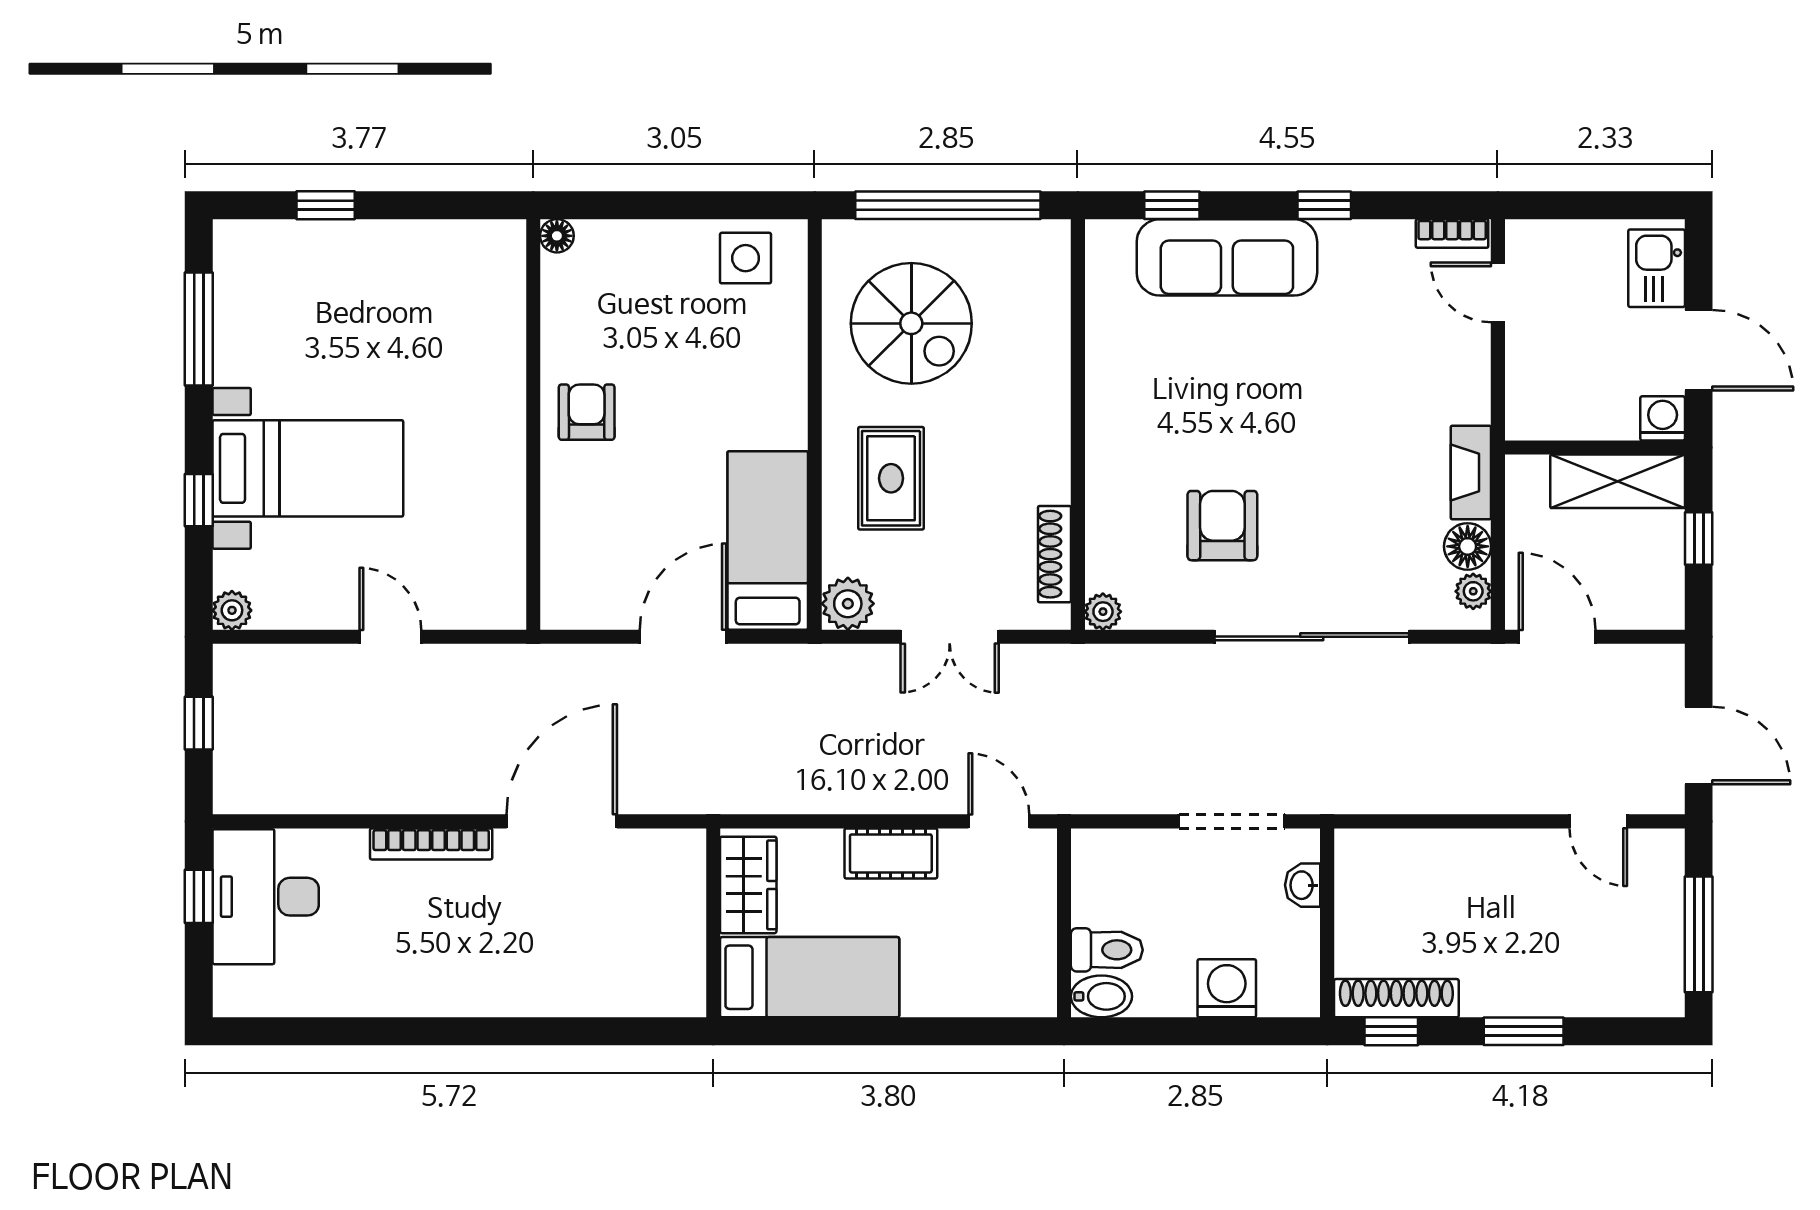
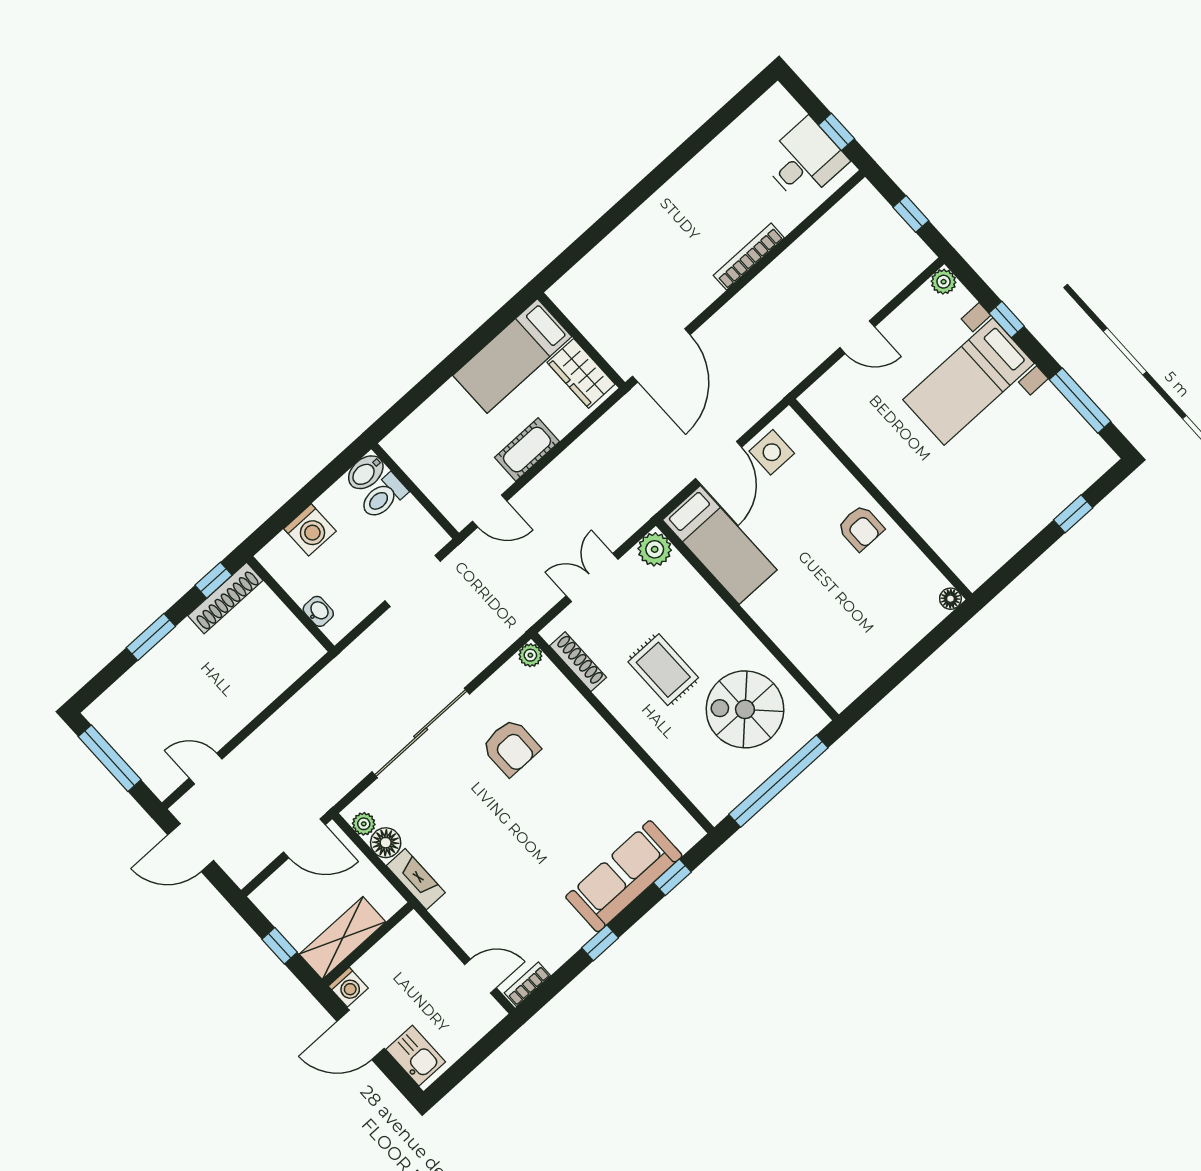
side table: (746, 258) -> (772, 452), moved
rug: (891, 478) -> (663, 670), moved
door: (562, 821) -> (661, 355), moved
doorway: (1231, 821) -> (413, 581), moved
desk: (266, 897) -> (805, 160), width x0.73

